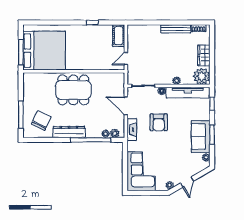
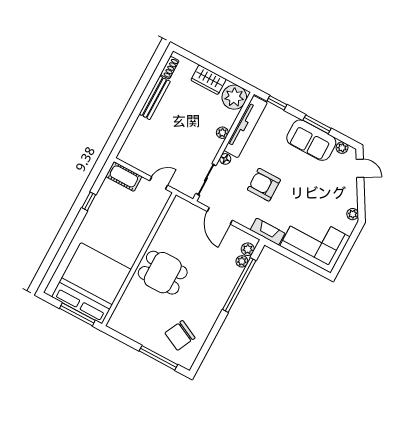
door: (126, 59) -> (159, 183), swing flipped
dining table: (73, 90) -> (163, 273), width x0.73
door: (126, 106) -> (220, 216), hinge flipped
chair: (41, 121) -> (180, 335), turned -90
armchair: (159, 122) -> (264, 185), turned 180
fireplace: (132, 130) -> (268, 231), moved
dresser: (69, 132) -> (214, 307), removed
door: (187, 182) -> (360, 168), moved

